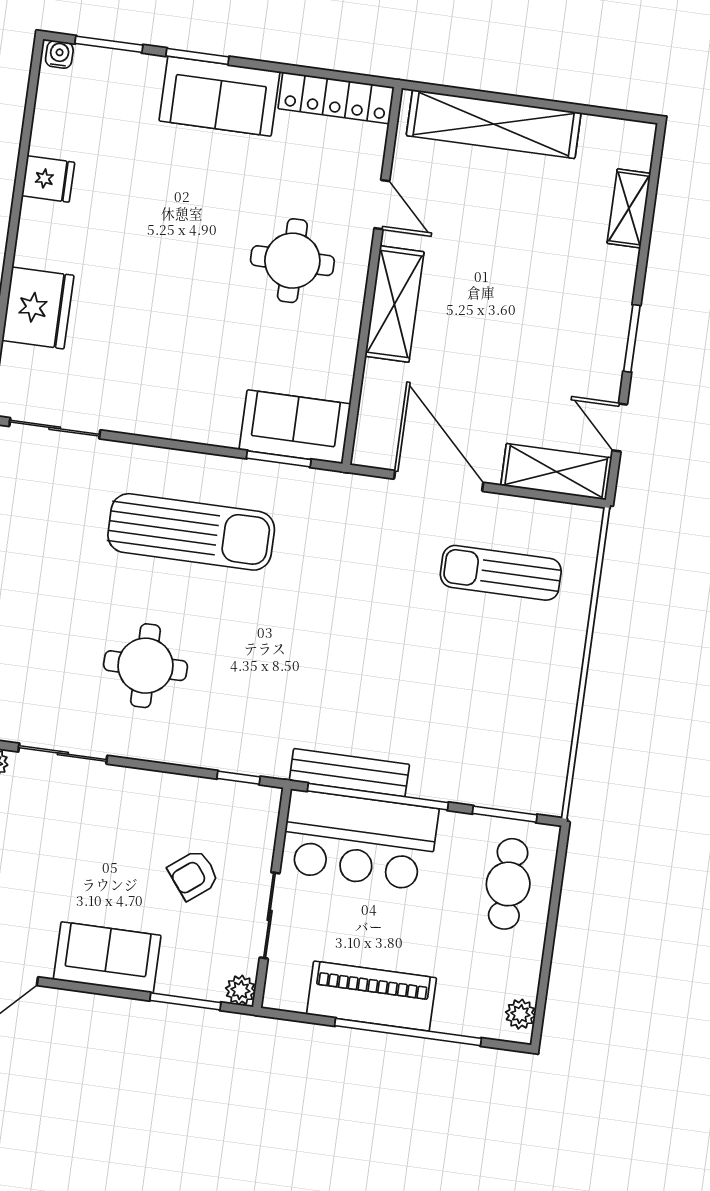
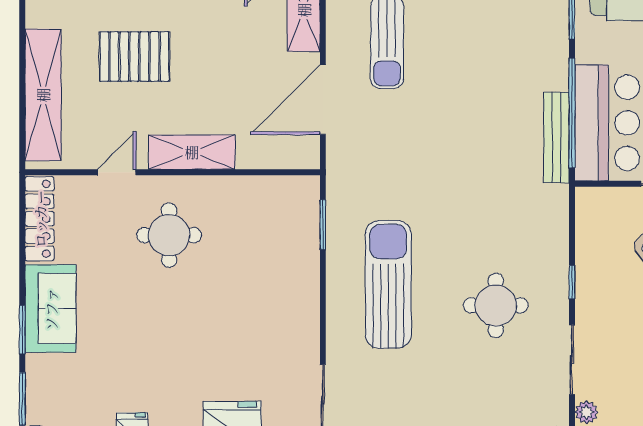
pallet: (527, 247) -> (134, 57), added
sofa: (295, 427) -> (297, 216), removed
window: (238, 778) -> (572, 282), moved

